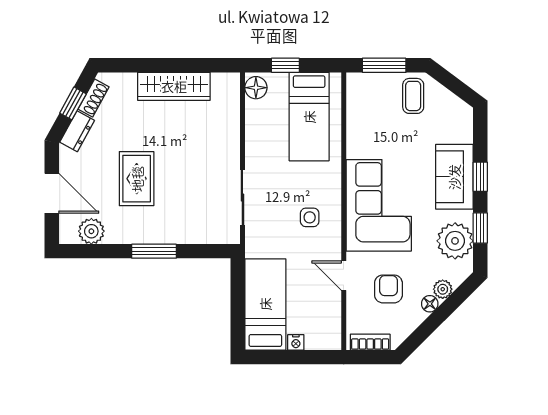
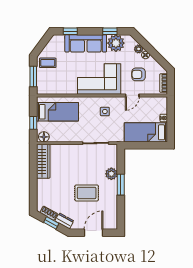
wardrobe: (174, 86) -> (43, 161), moved
sofa: (454, 177) -> (86, 43), width x1.36
window: (480, 177) -> (70, 31), moved
plant: (91, 231) -> (111, 174), moved

